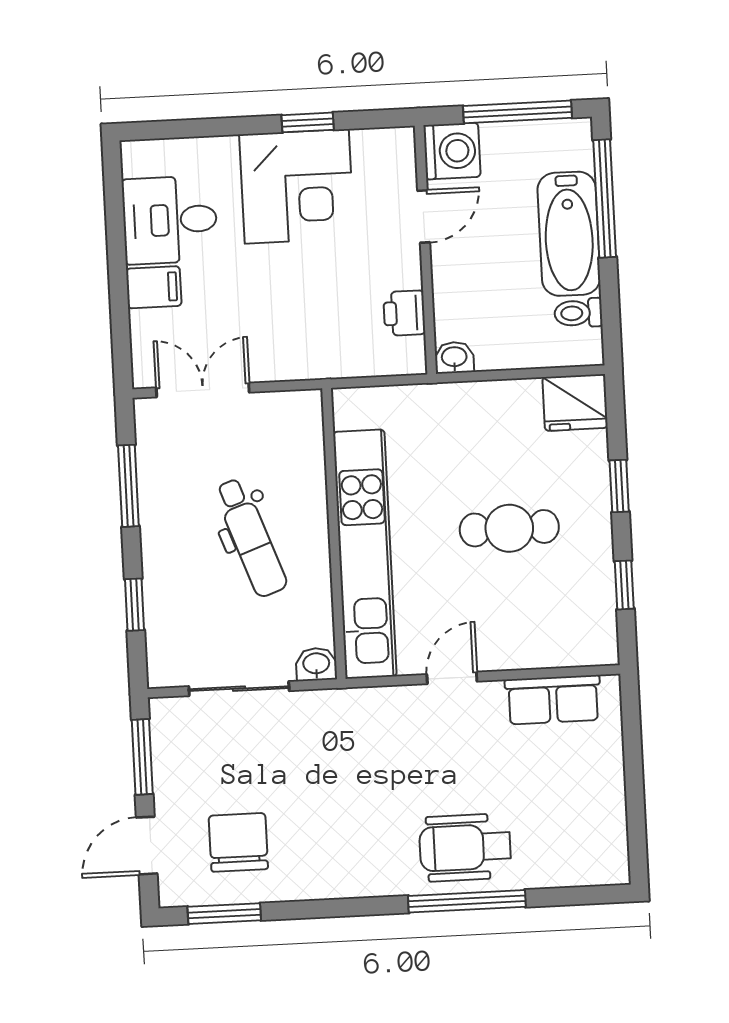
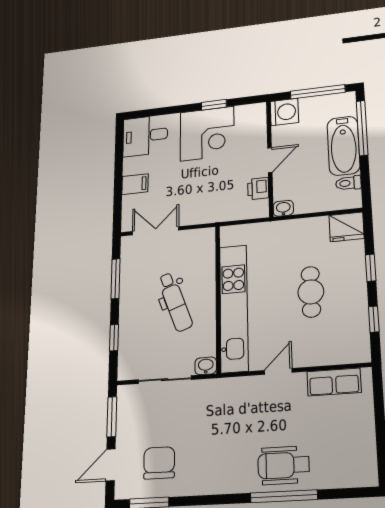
door: (424, 217) -> (270, 160), moved
desk: (170, 220) -> (145, 136), moved
cafe table: (509, 528) -> (311, 292), turned 90

